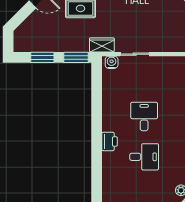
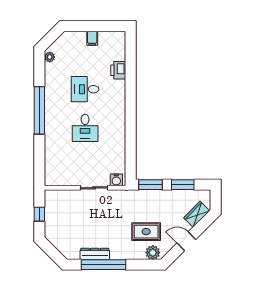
wardrobe: (102, 45) -> (197, 214), moved, turned 135
printer: (109, 141) -> (118, 70), moved

